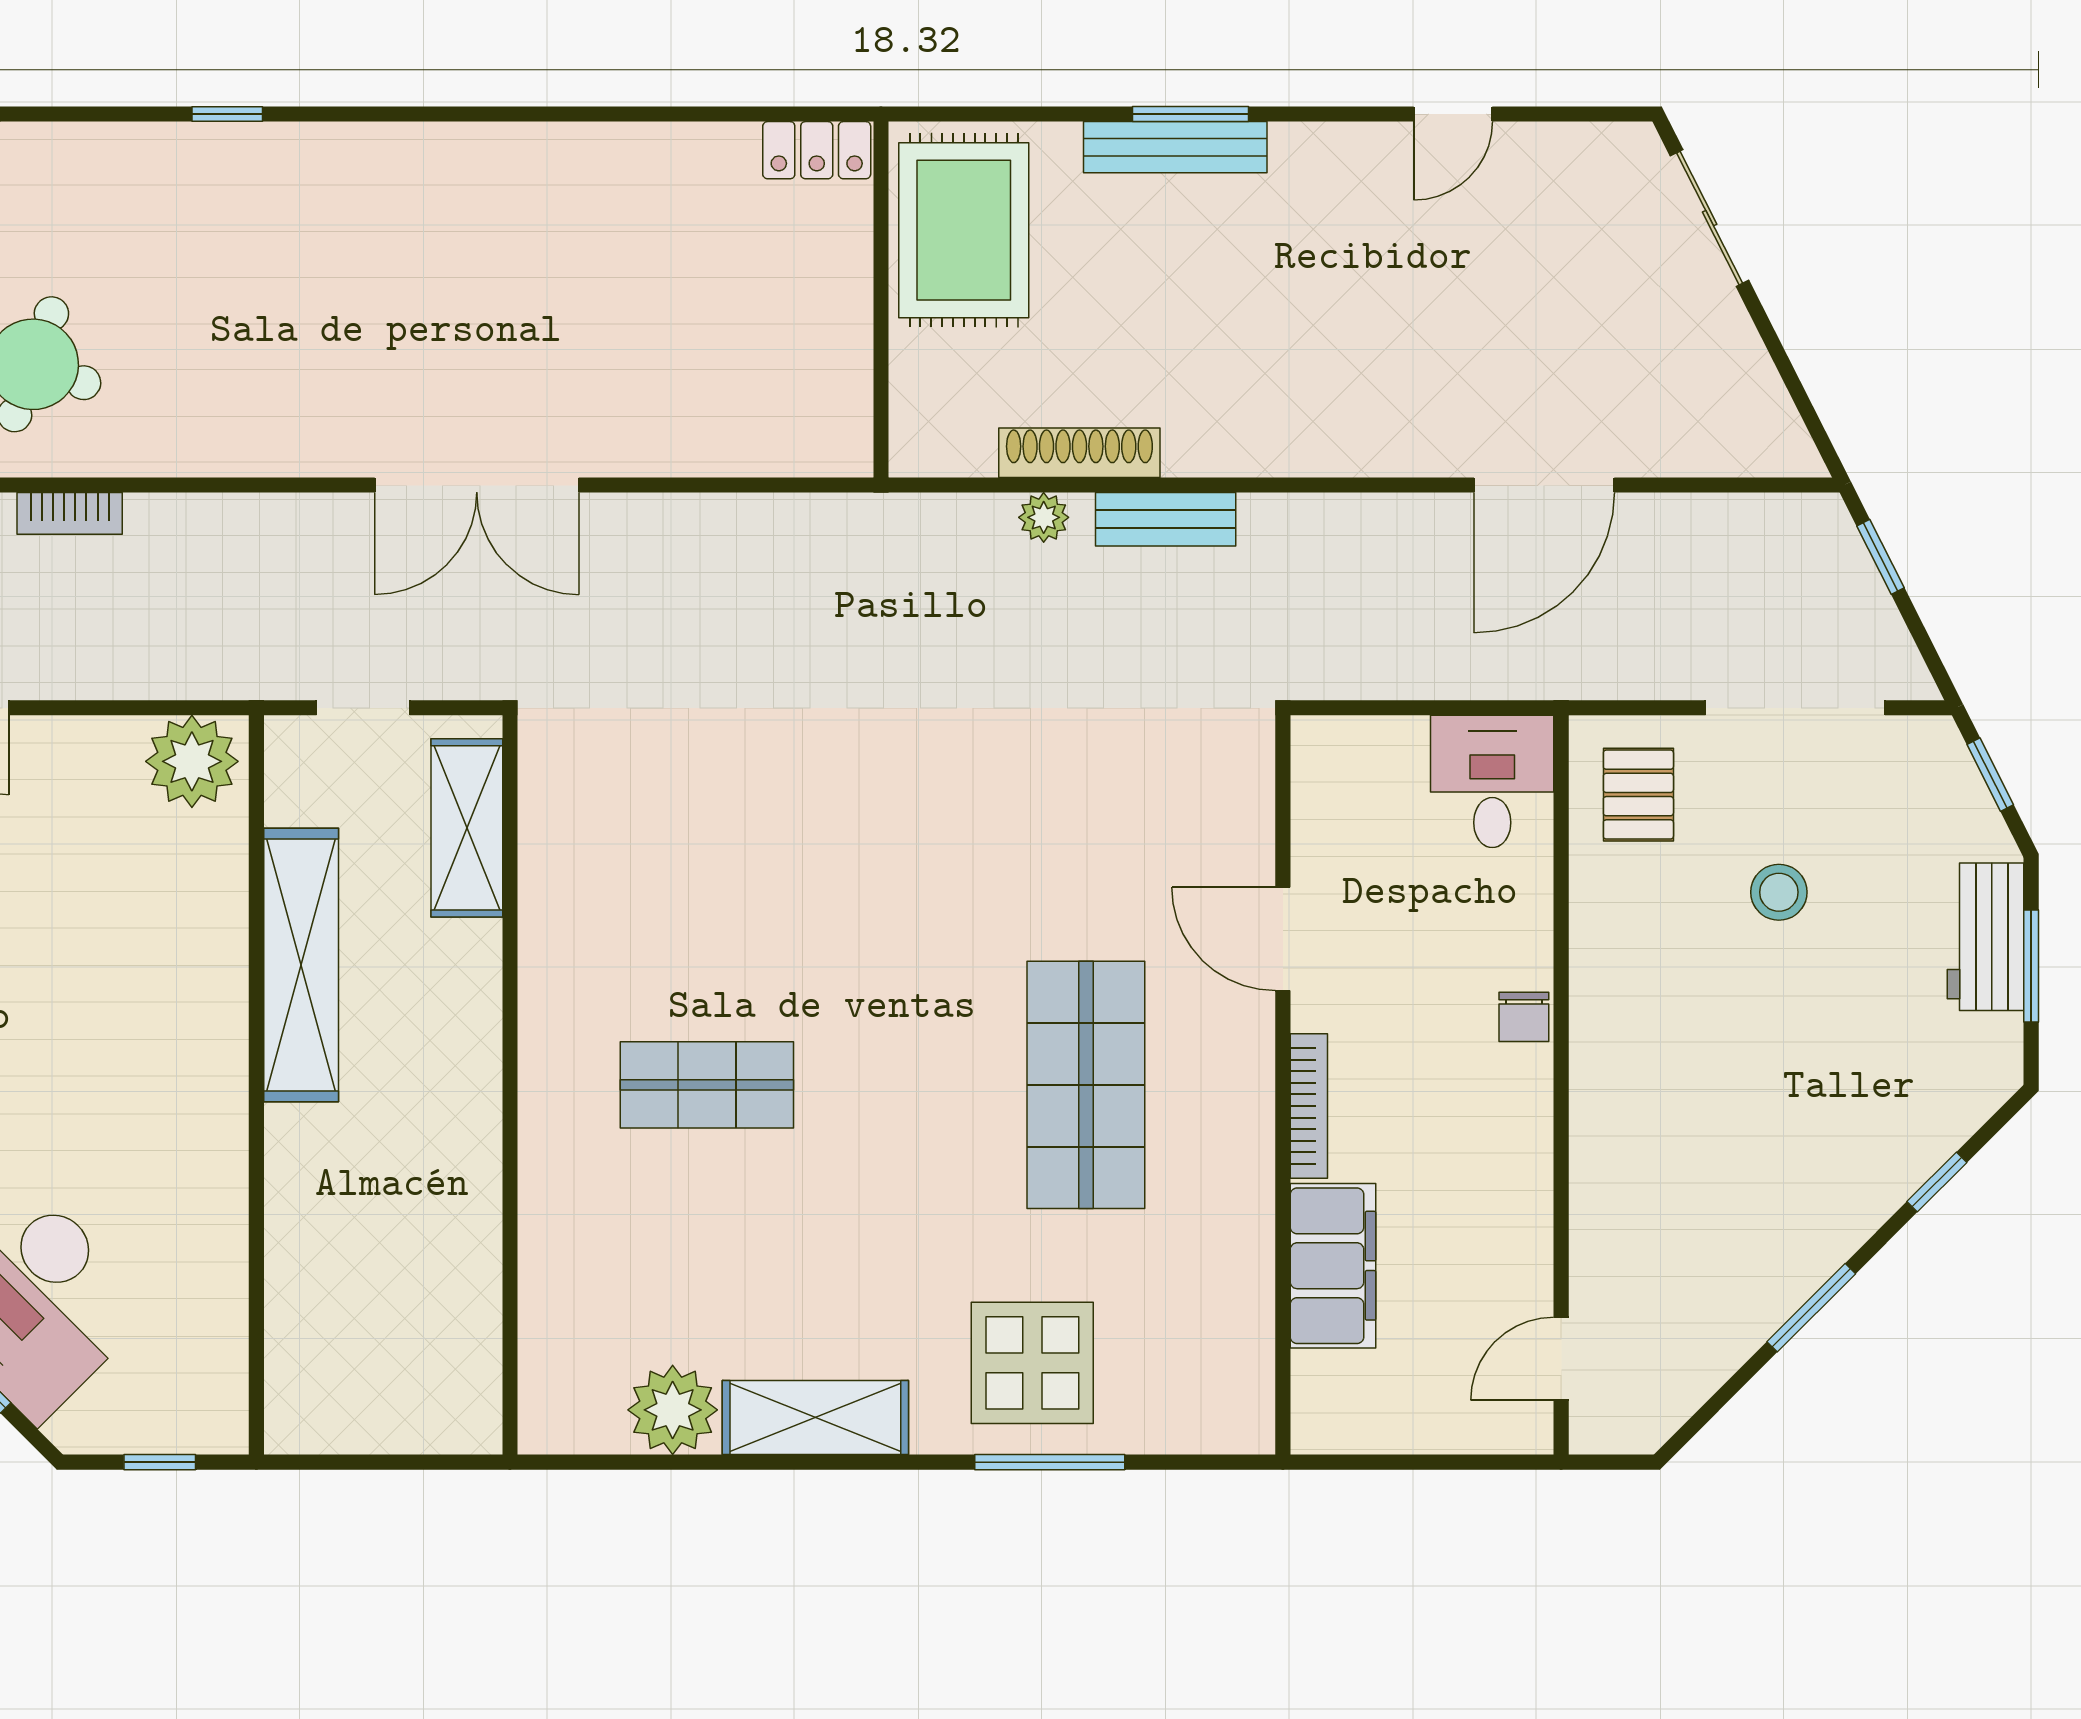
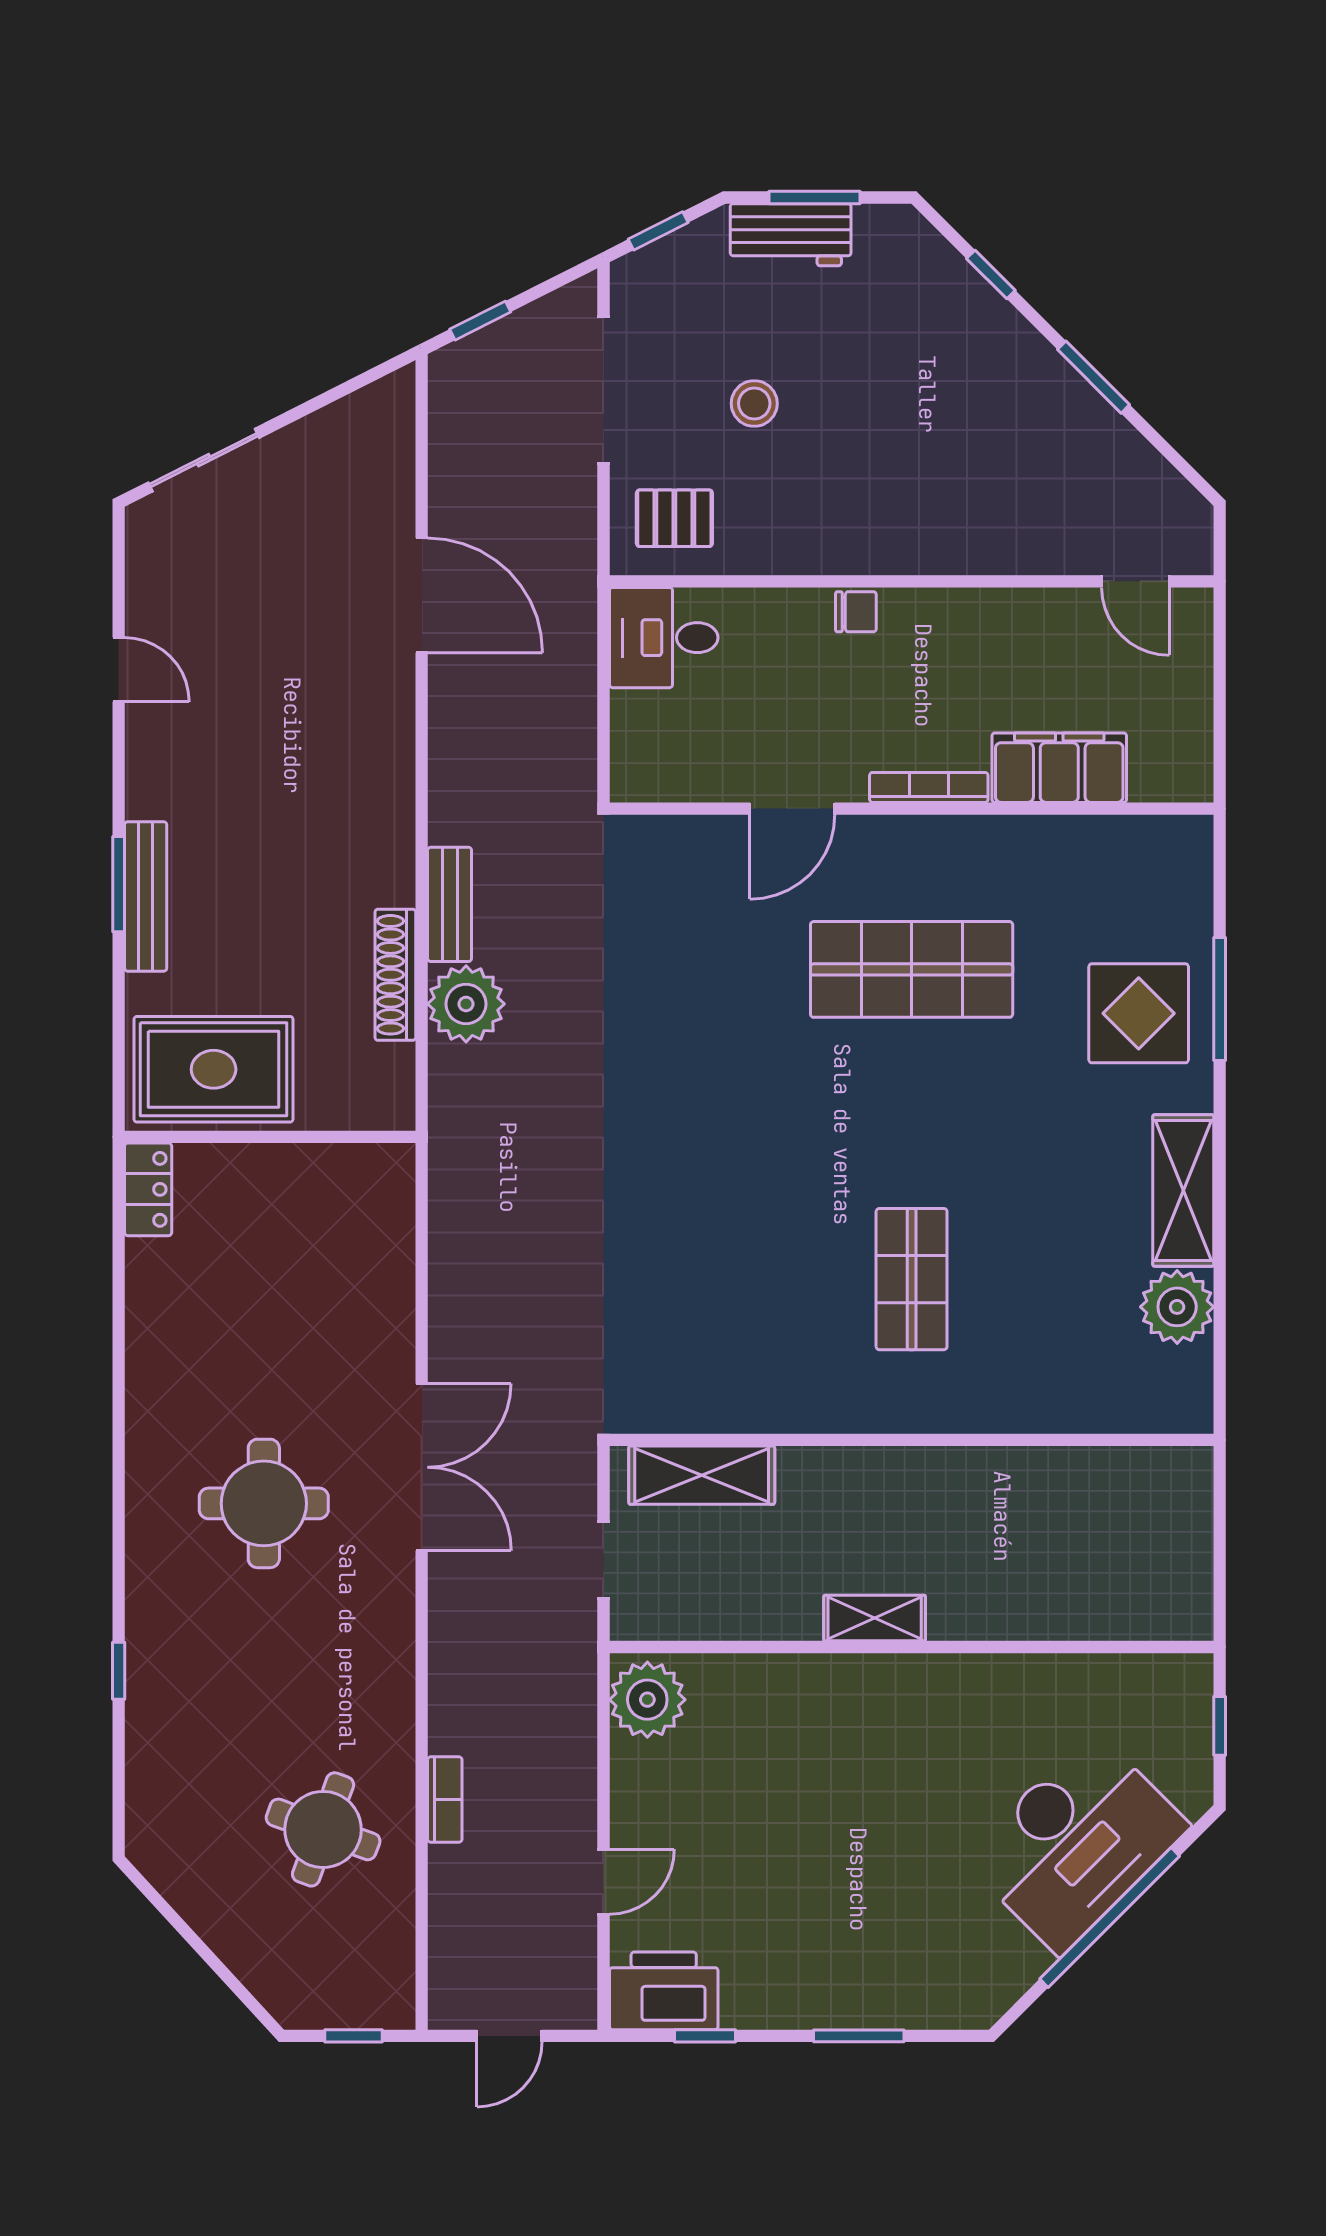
round table: (432, 292) -> (264, 1503), added
plant: (1044, 517) -> (466, 1004), width x1.88, depth x1.88
shelving: (301, 965) -> (875, 1618), width x0.45, depth x0.75

